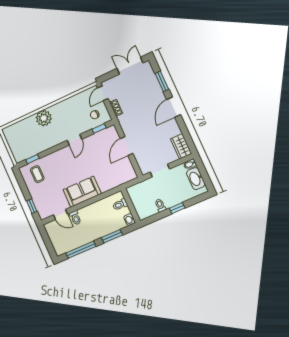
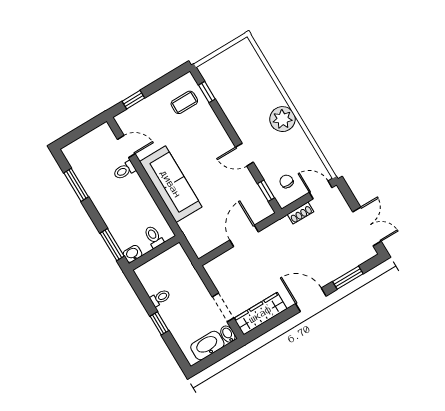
plant: (44, 118) -> (282, 119), moved
door: (127, 146) -> (244, 236), hinge flipped
wardrobe: (181, 146) -> (260, 314), width x1.50
doorway: (160, 171) -> (223, 307), moved
sofa: (82, 192) -> (171, 184), width x1.36
door: (60, 214) -> (126, 146), swing flipped
window: (112, 236) -> (112, 245), moved
window: (81, 250) -> (76, 185), width x0.69

